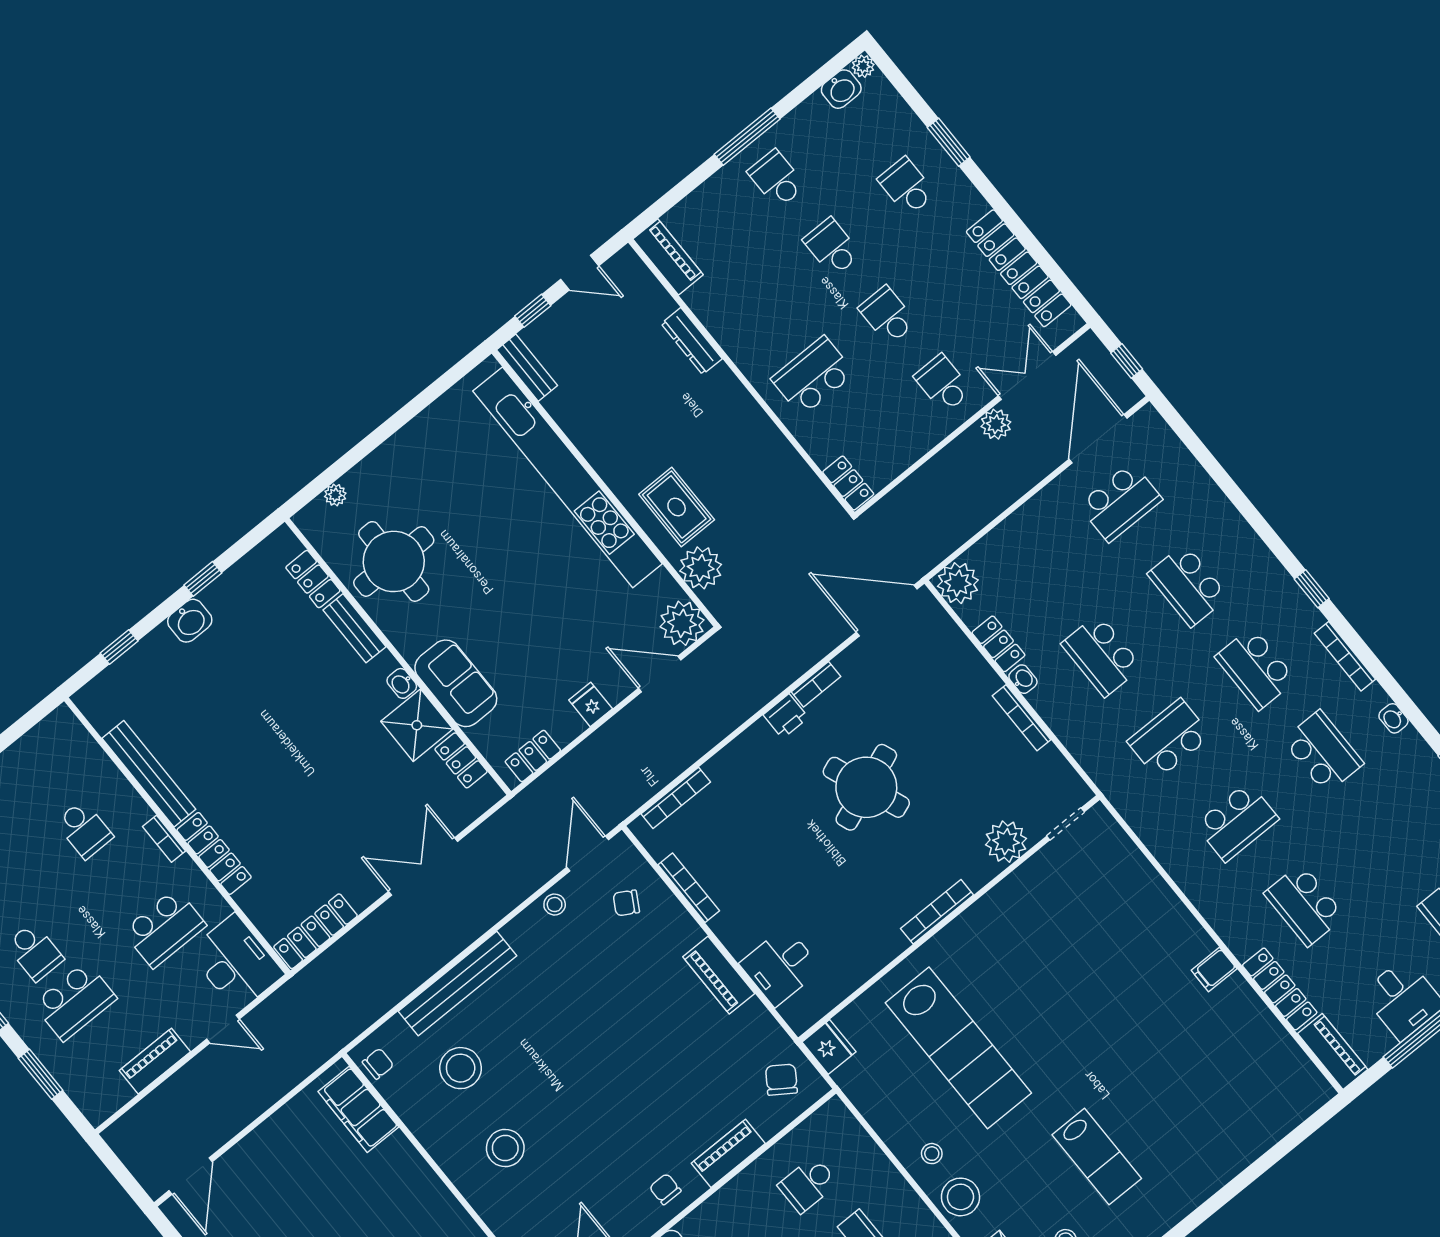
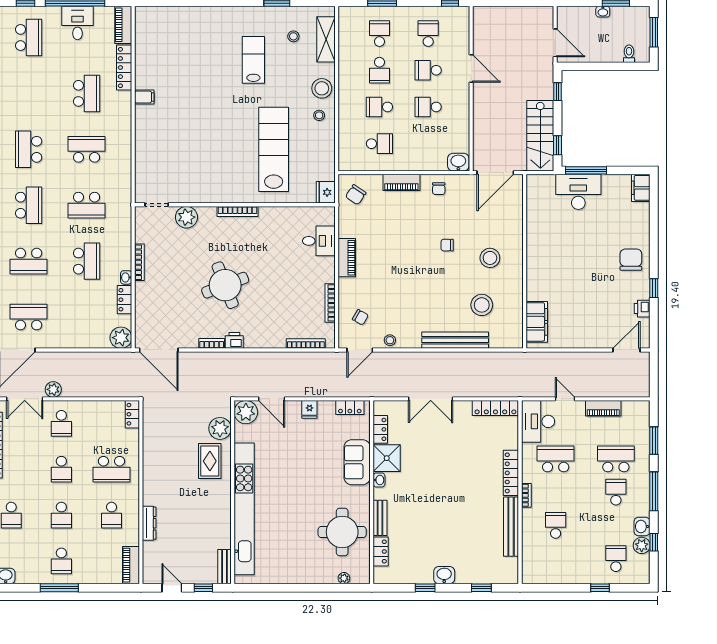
school desk: (757, 308) -> (112, 515), added
school desk: (1188, 585) -> (29, 261), turned 90
chair: (378, 1064) -> (447, 245), moved

